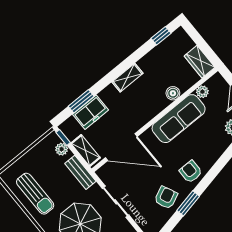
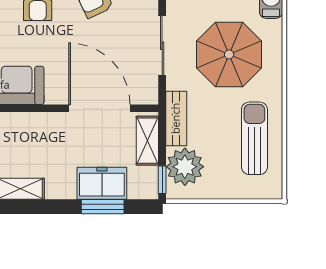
plant: (62, 149) -> (185, 167), width x1.88, depth x1.88

